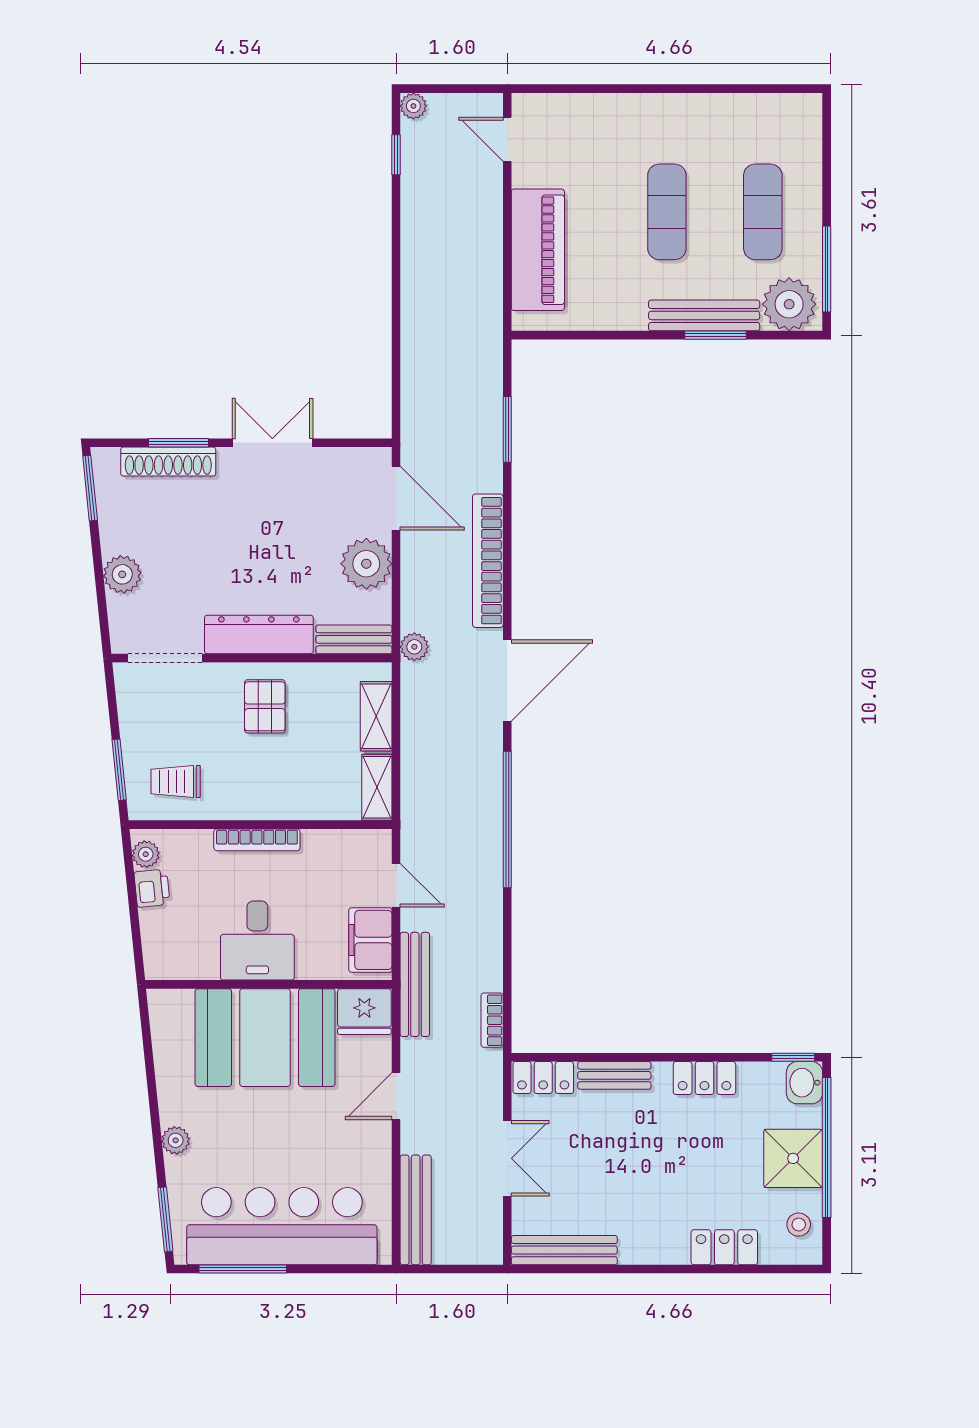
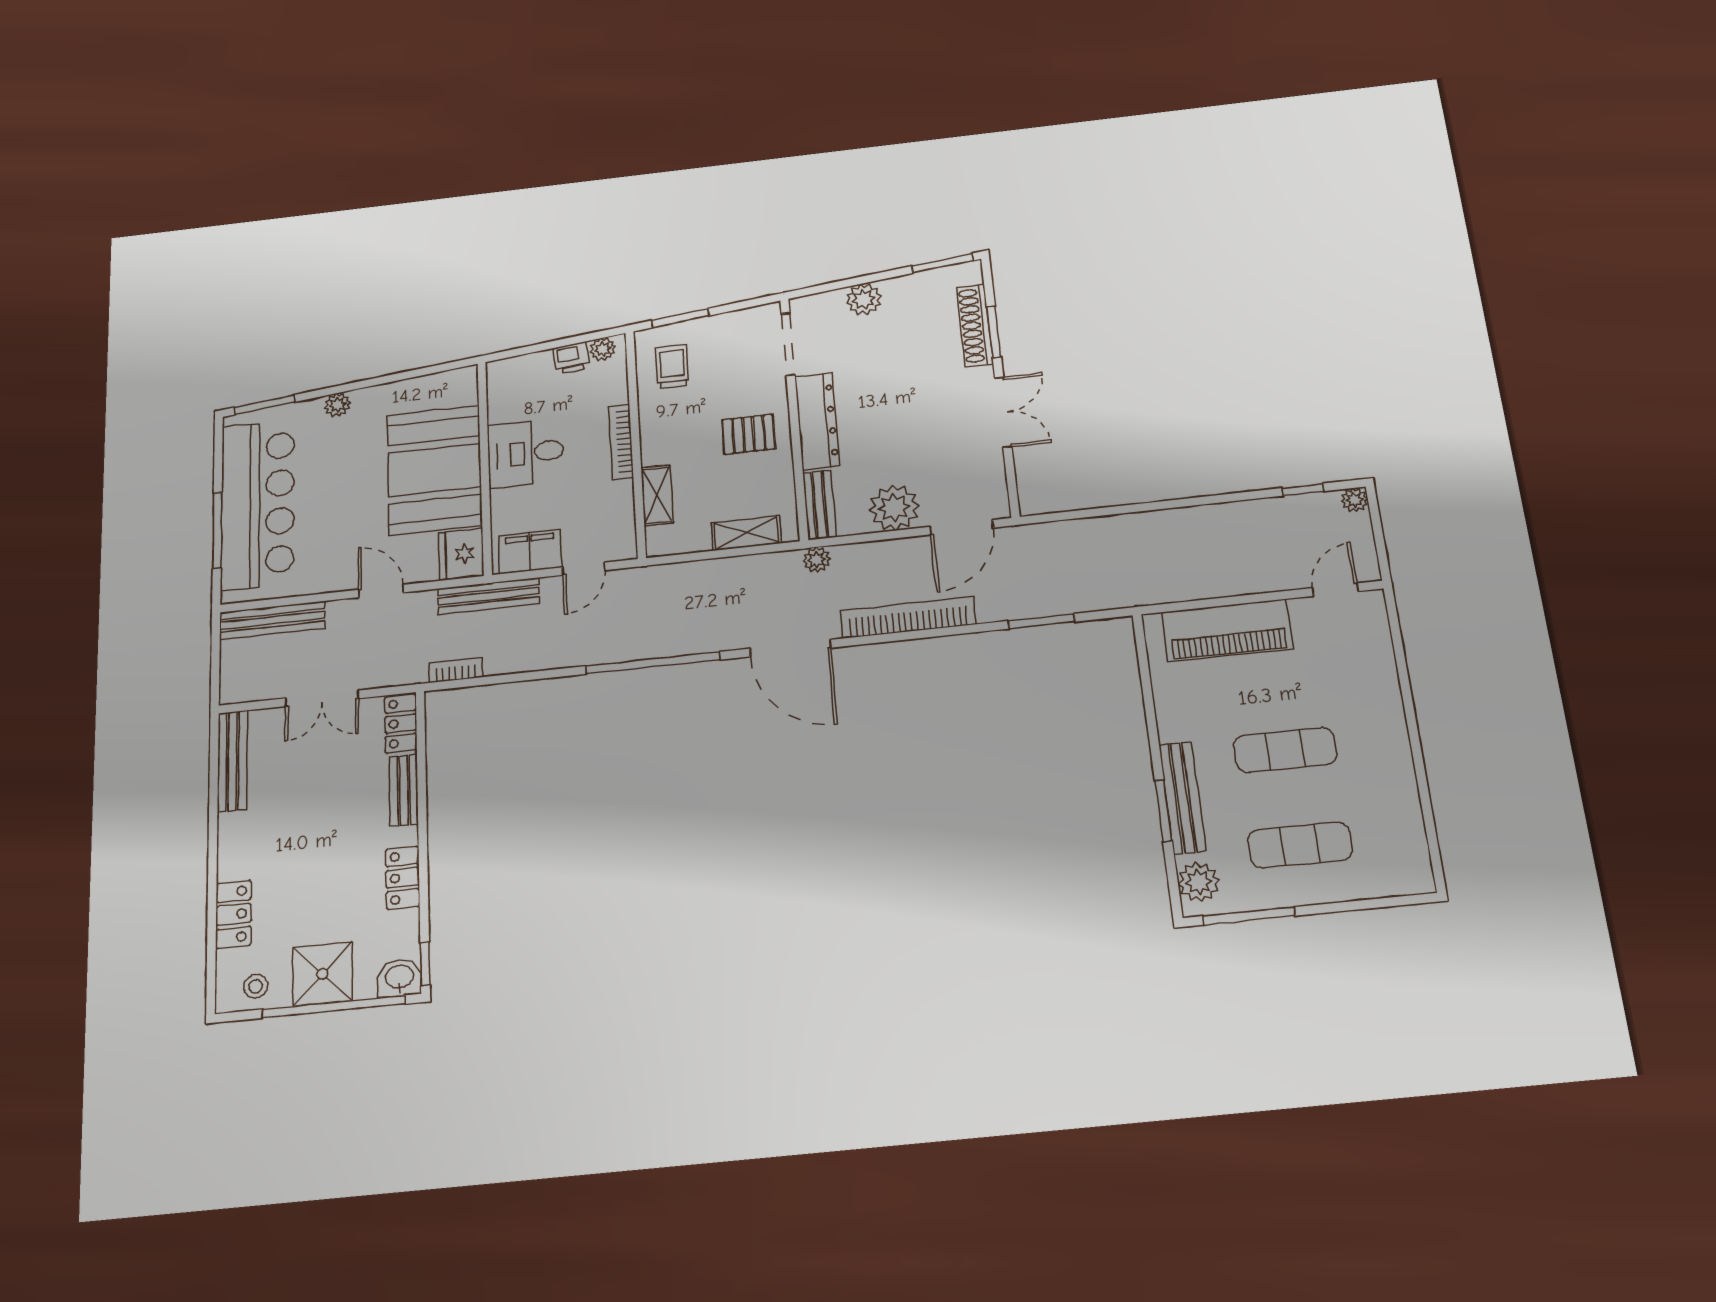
plant: (789, 304) -> (1199, 882), width x0.73, depth x0.73
shelving: (377, 787) -> (657, 495), moved, turned 90
window: (243, 1269) -> (217, 530), moved

